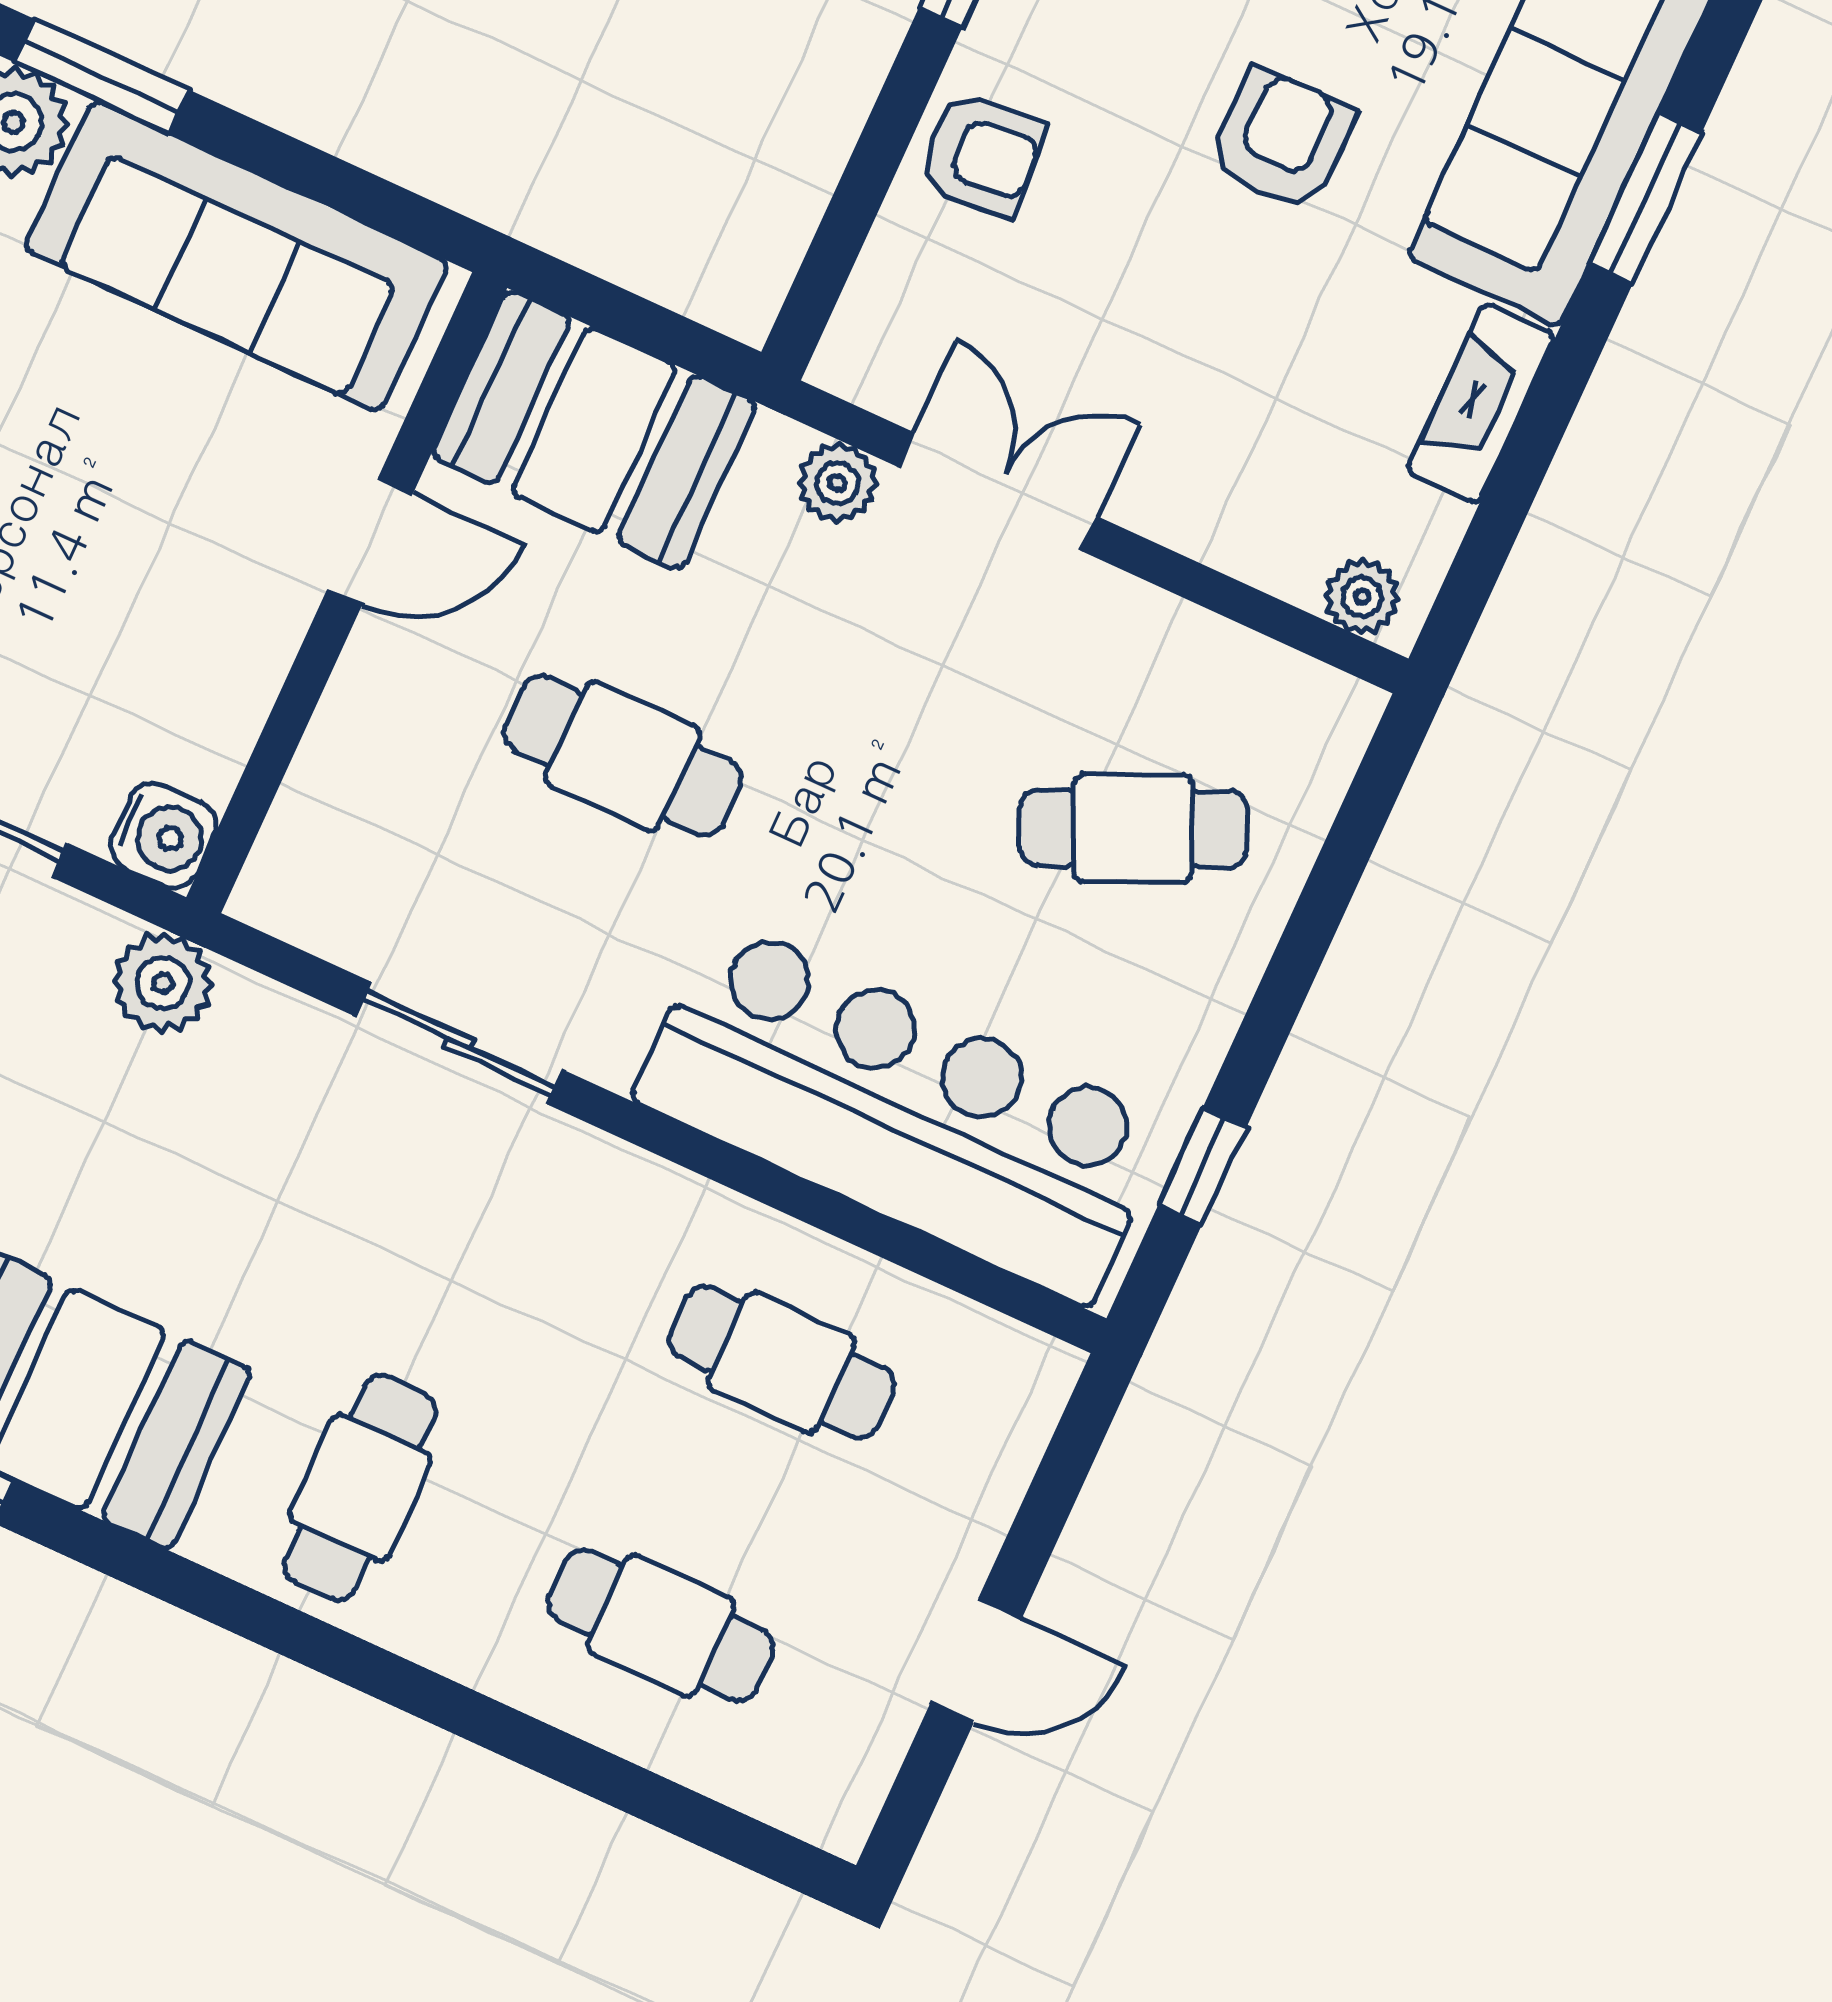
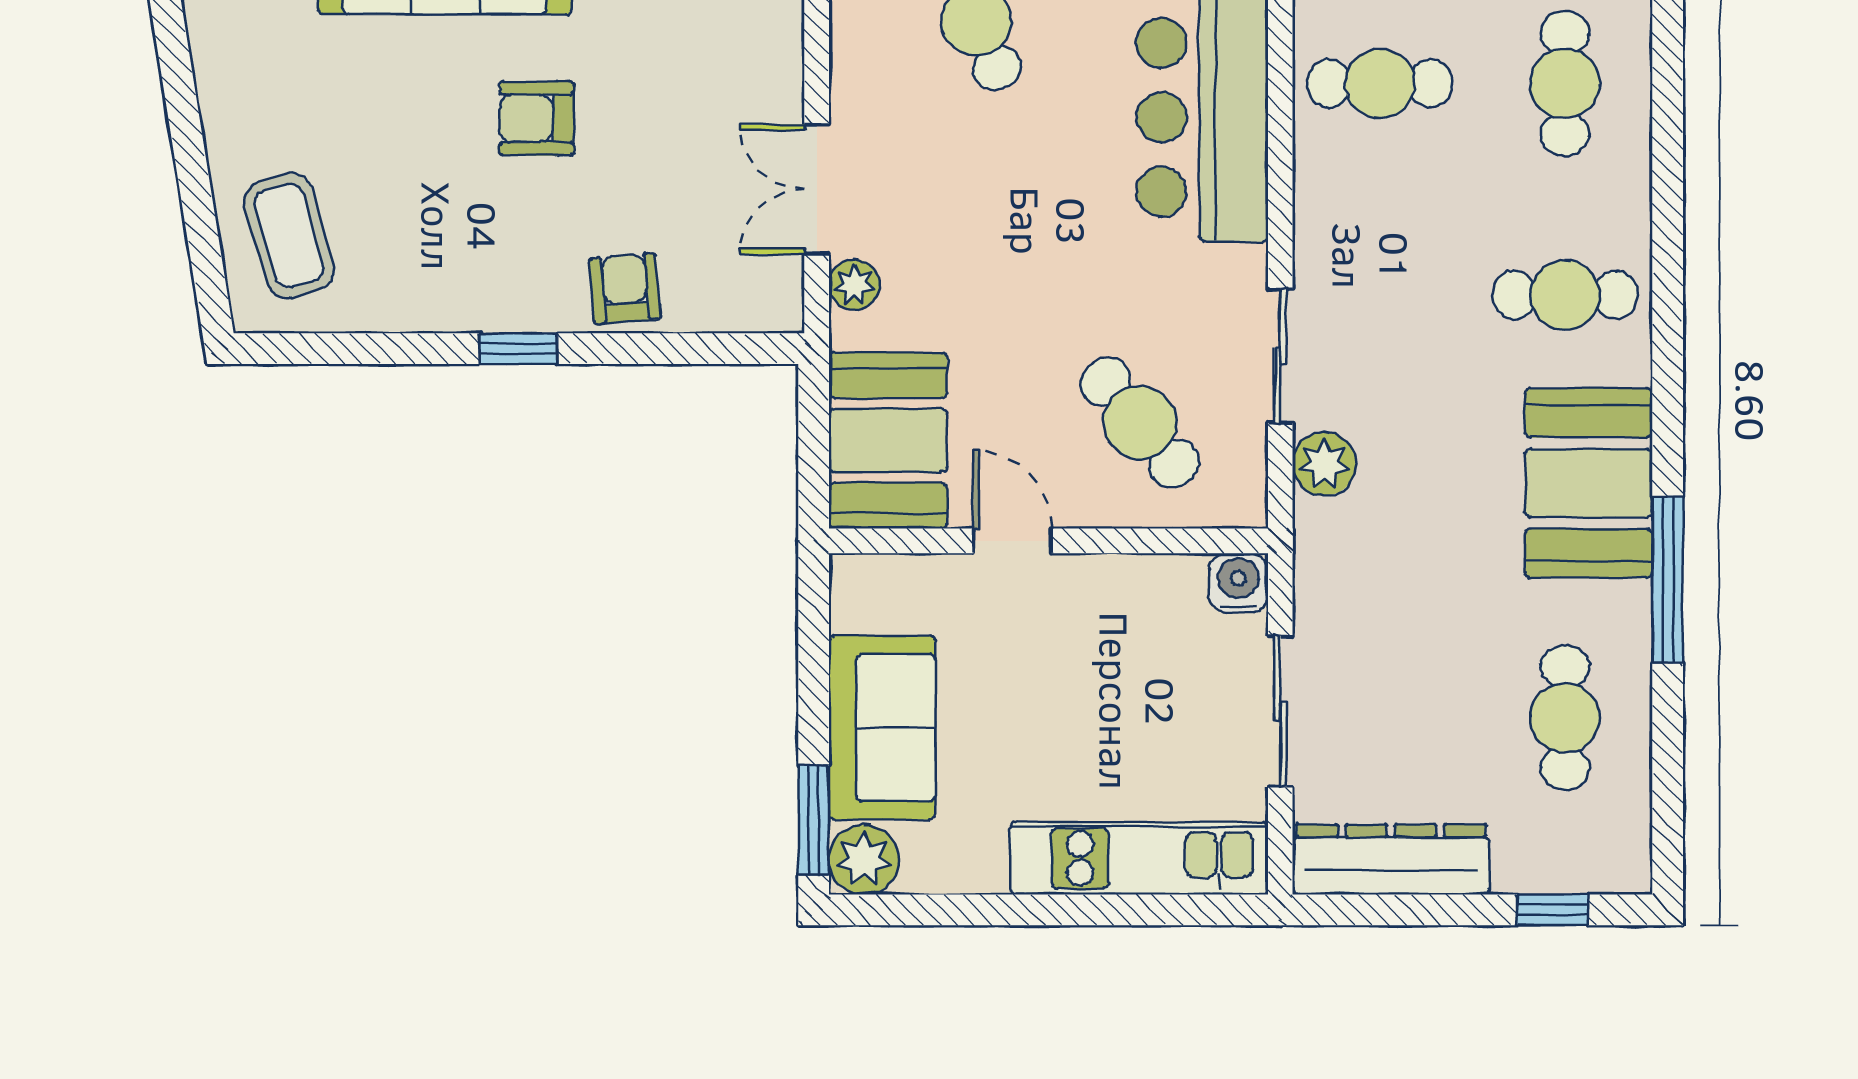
sofa: (237, 256) -> (882, 728), width x0.73
cafe table: (623, 756) -> (1140, 422), moved, turned -40
plant: (163, 983) -> (1324, 464), moved
cafe table: (782, 1362) -> (1380, 83), turned 90

